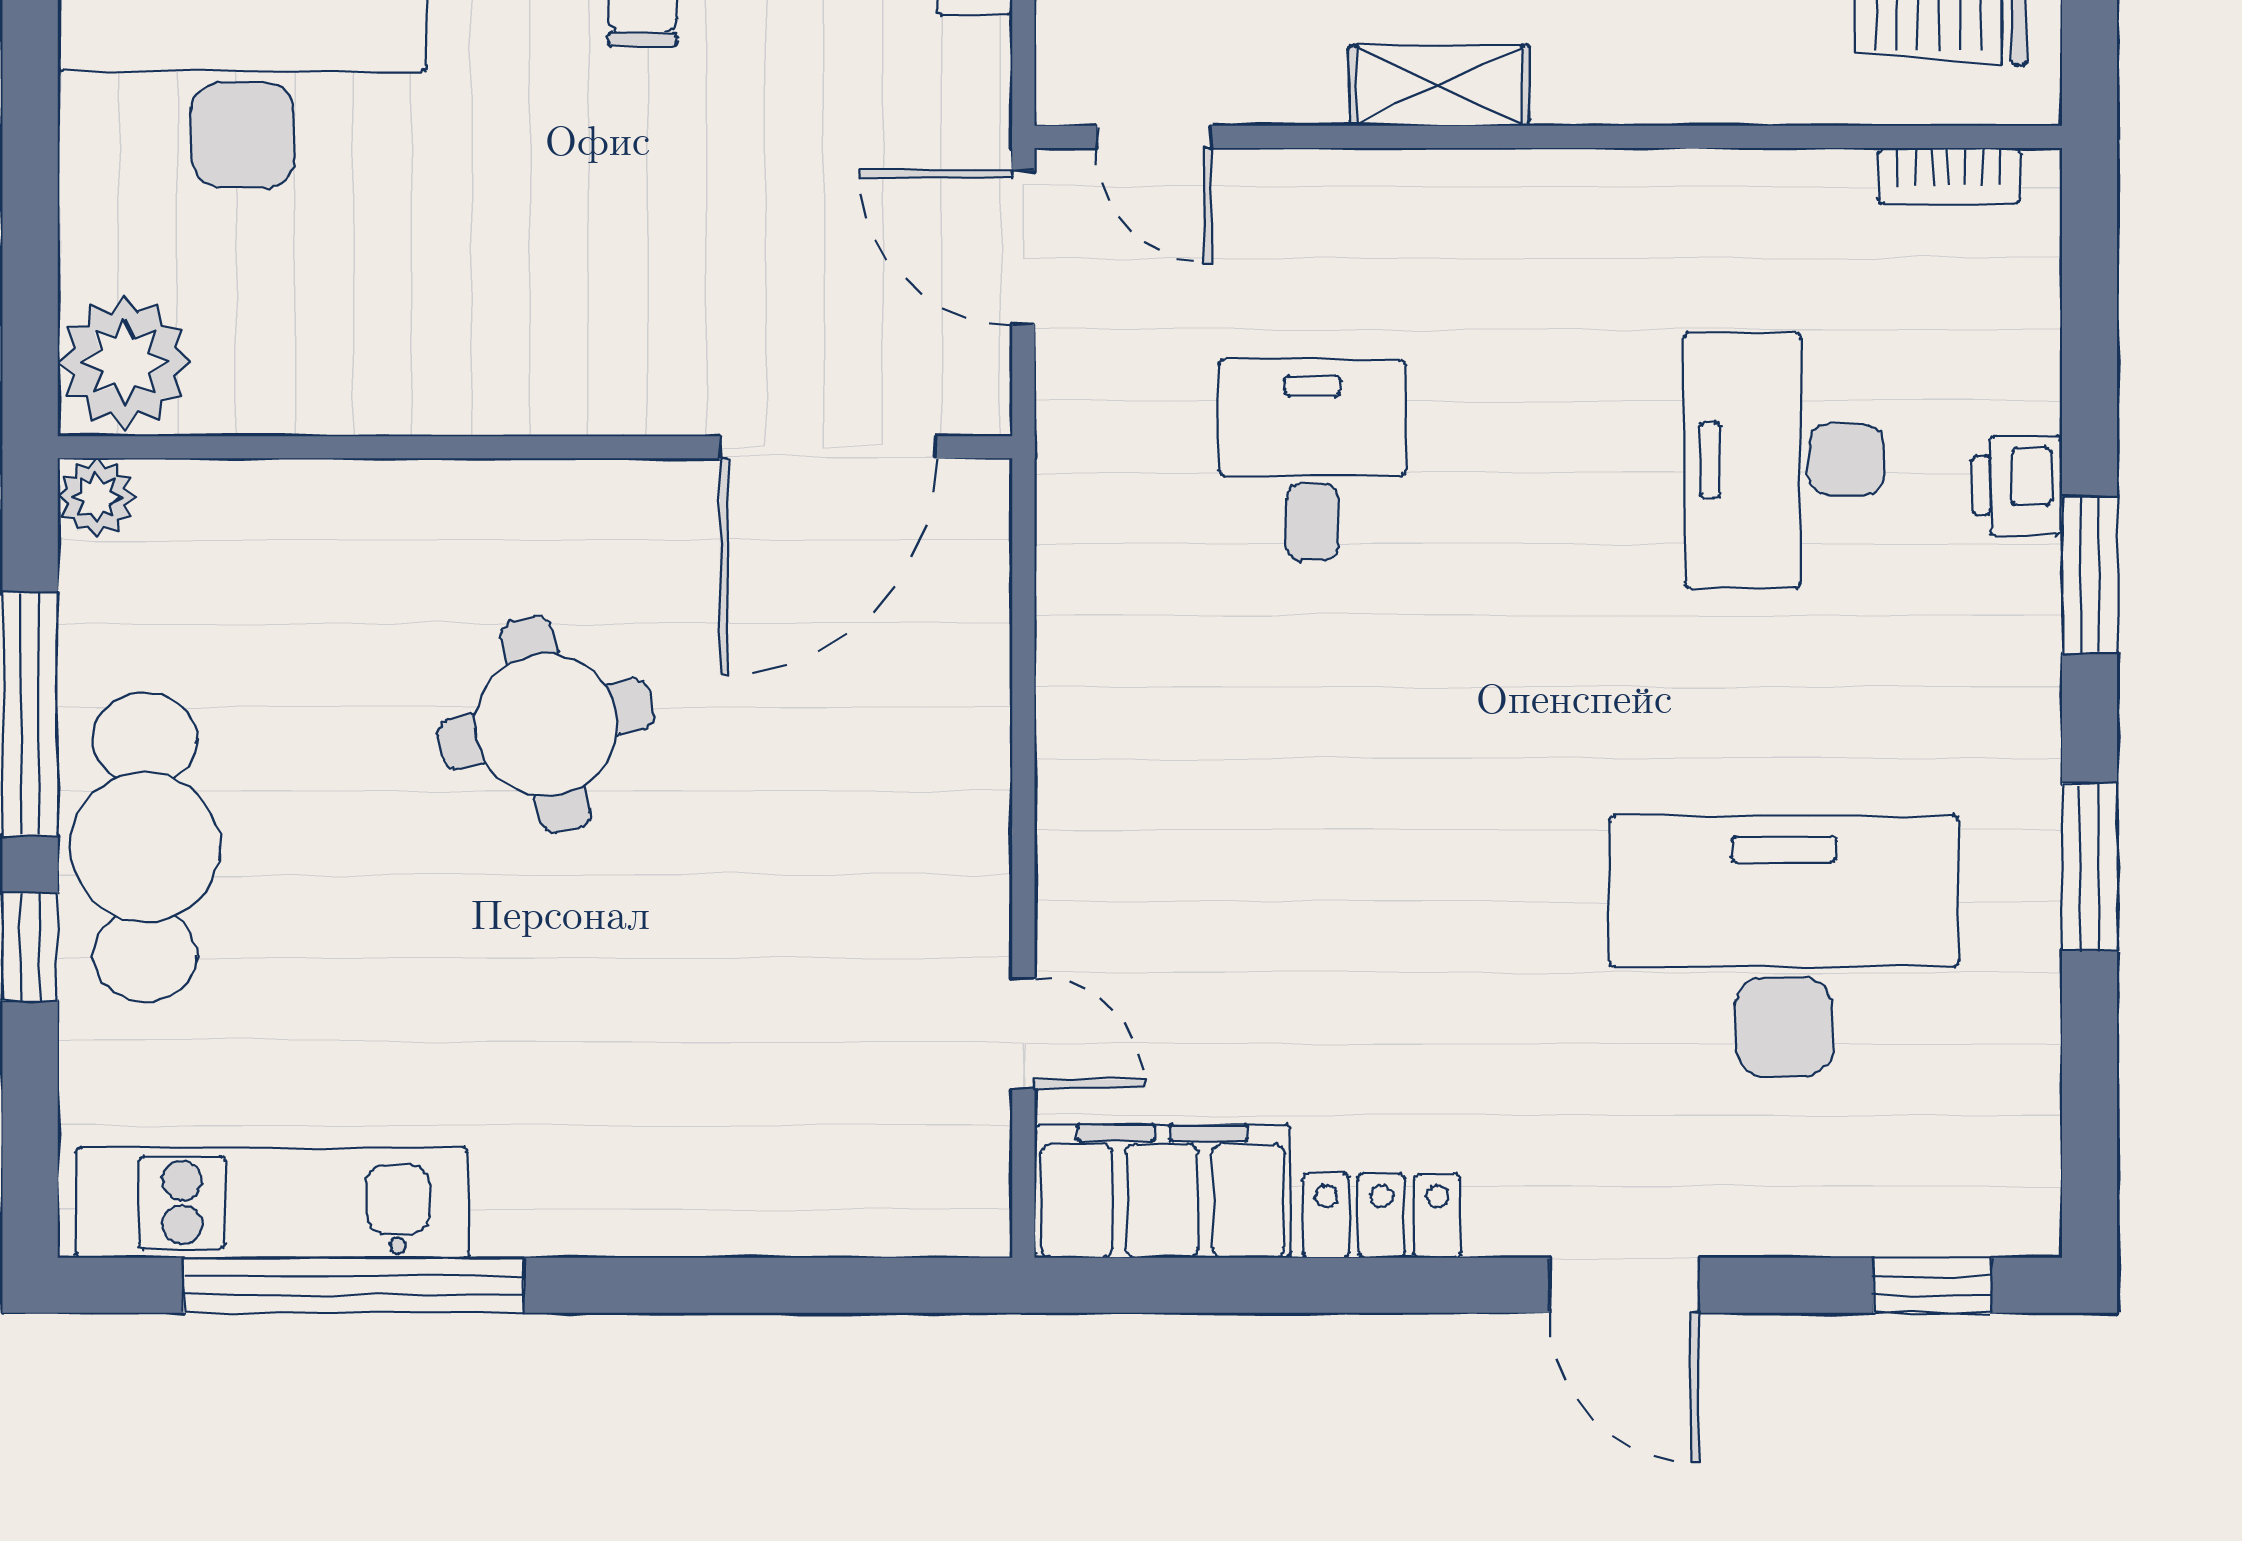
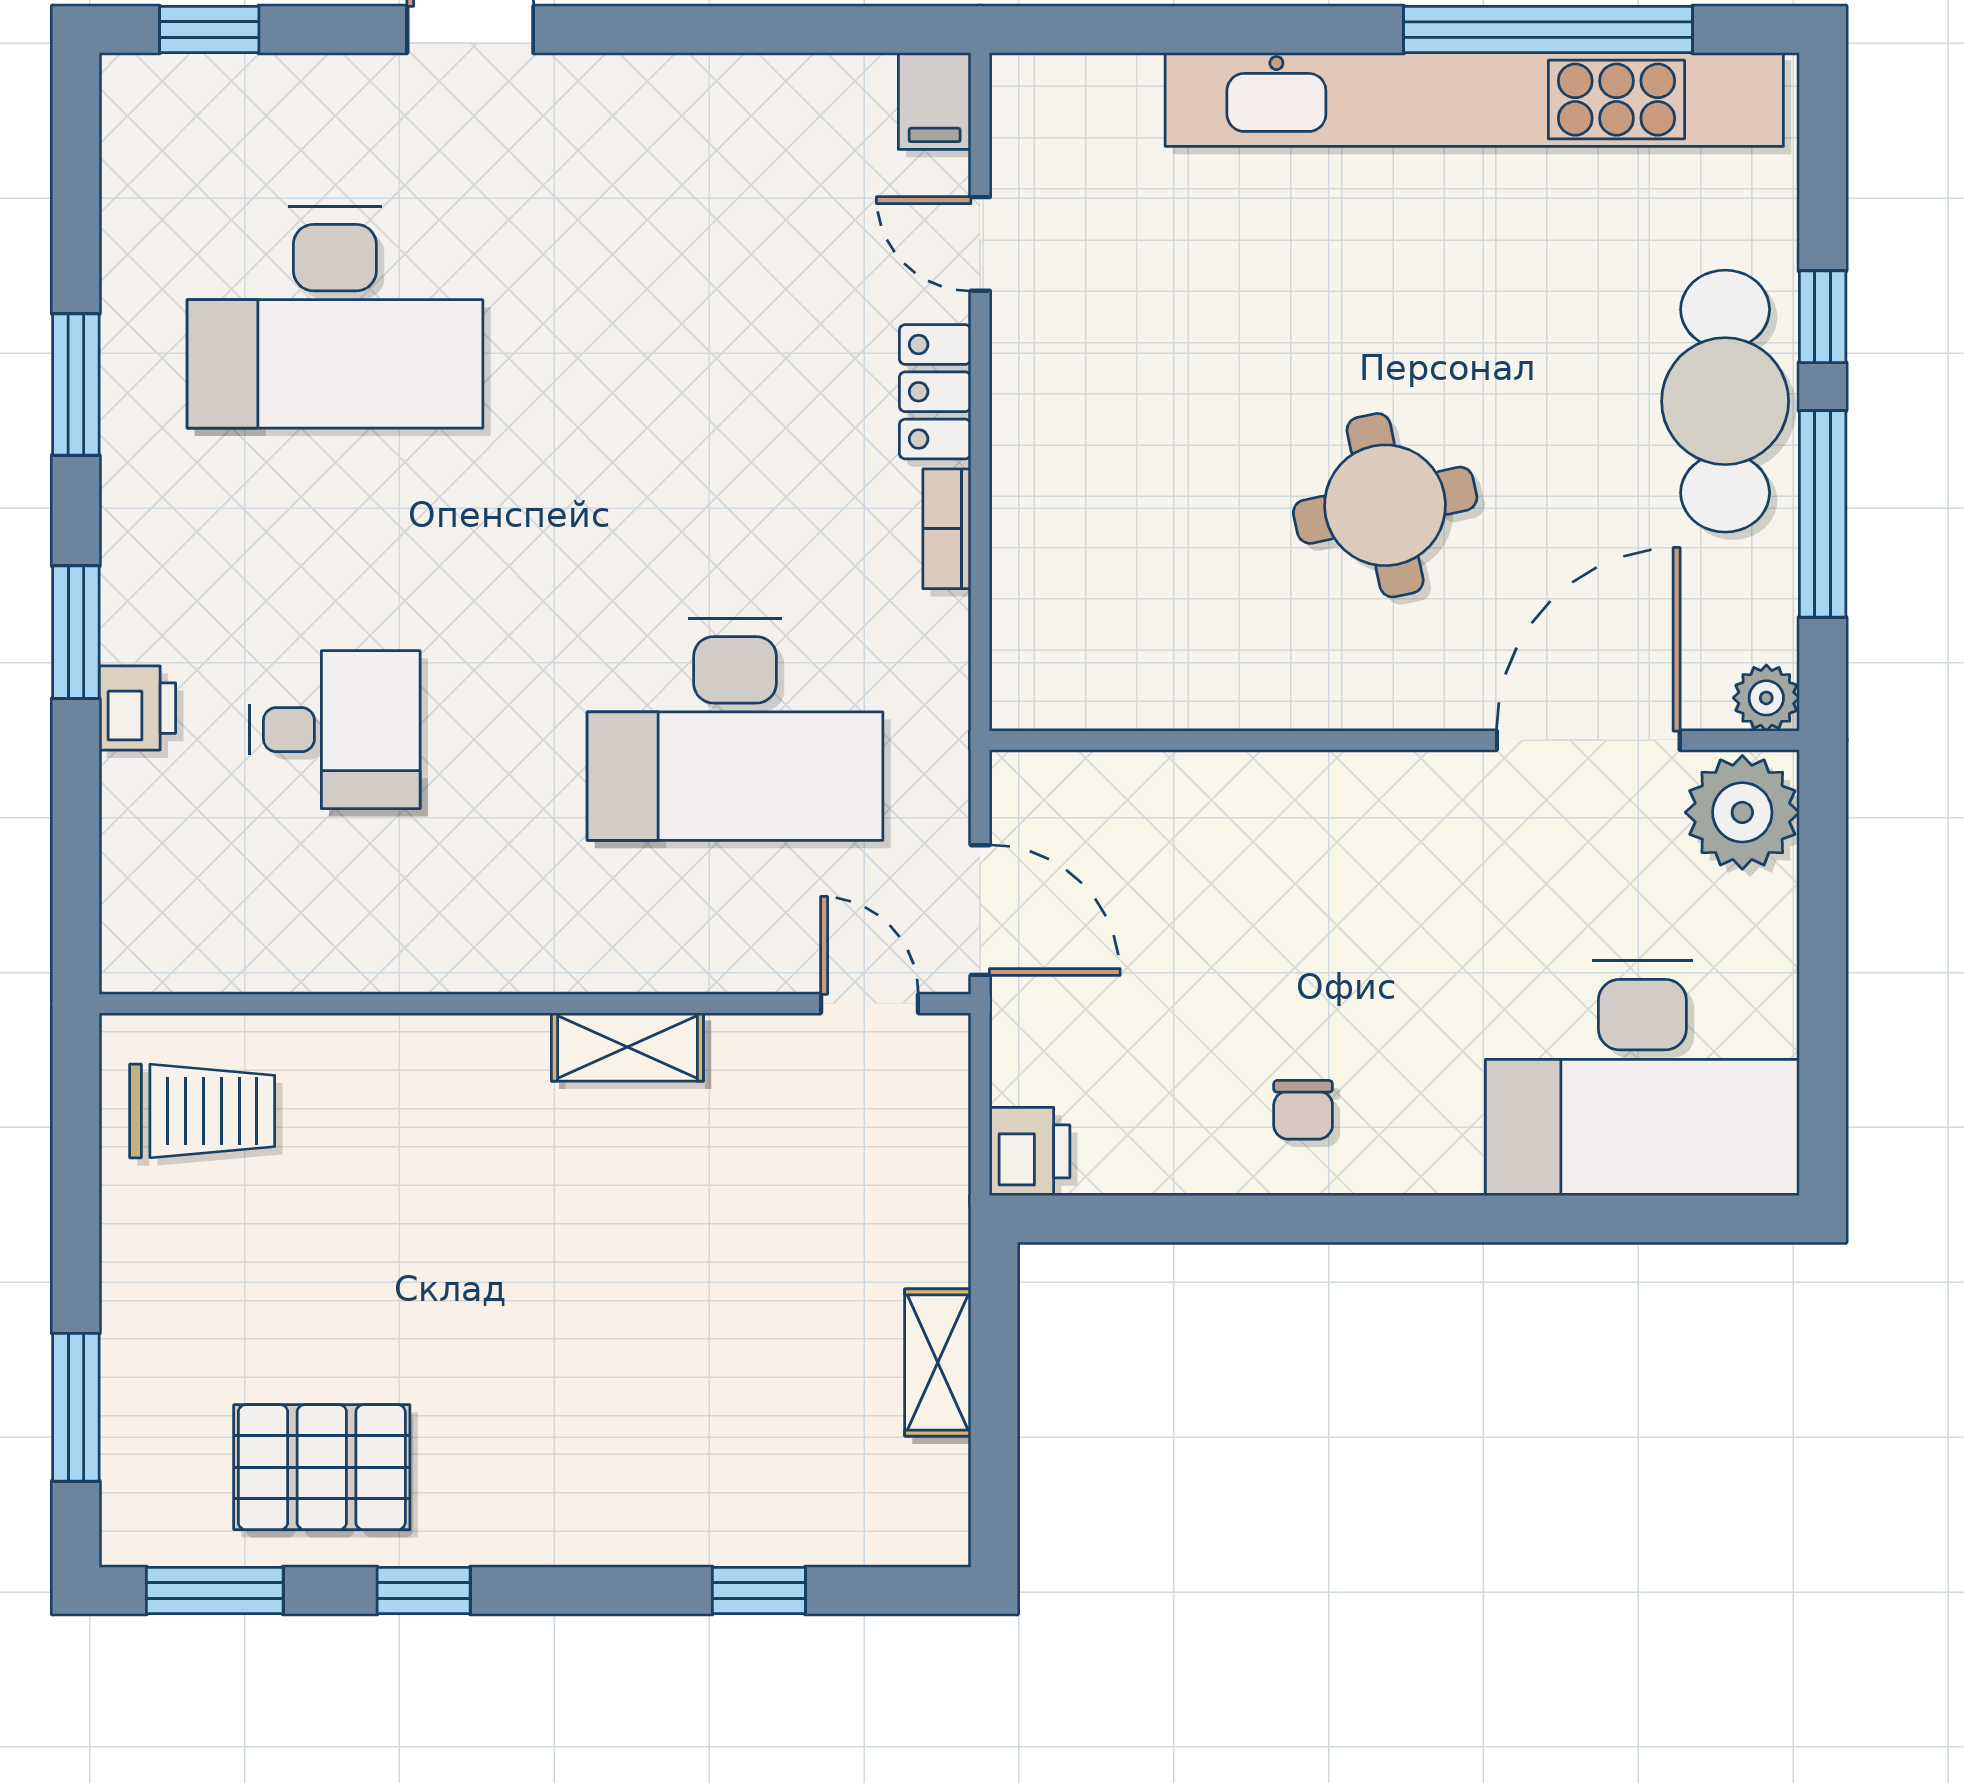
bookcase: (1949, 176) -> (947, 529), moved, turned -90
door: (828, 447) -> (1588, 740), moved
desk: (1312, 460) -> (735, 730), width x1.87, depth x1.30
desk: (1784, 460) -> (335, 730), width x0.73
filing cabinet: (1162, 1191) -> (935, 101), width x0.33, depth x0.86
kitchen unit: (272, 1203) -> (1474, 100), width x1.86
locker: (1382, 1216) -> (935, 392), moved, turned 90

